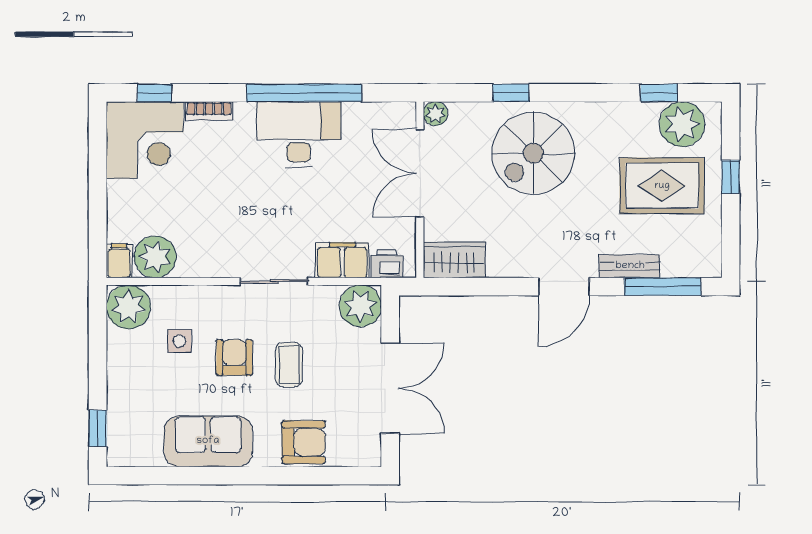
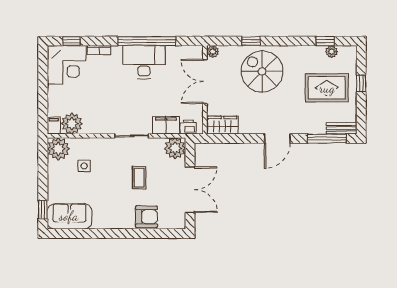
plant: (682, 124) -> (332, 52), width x0.53, depth x0.53
spiral stairs: (533, 153) -> (262, 71), turned 90
bench: (630, 266) -> (342, 128), moved
armchair: (234, 357) -> (112, 174), removed
sofa: (208, 441) -> (69, 216), moved

